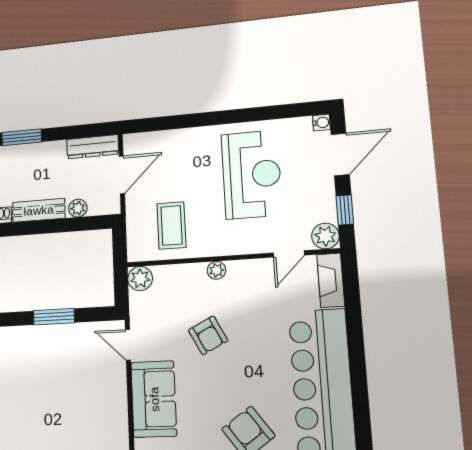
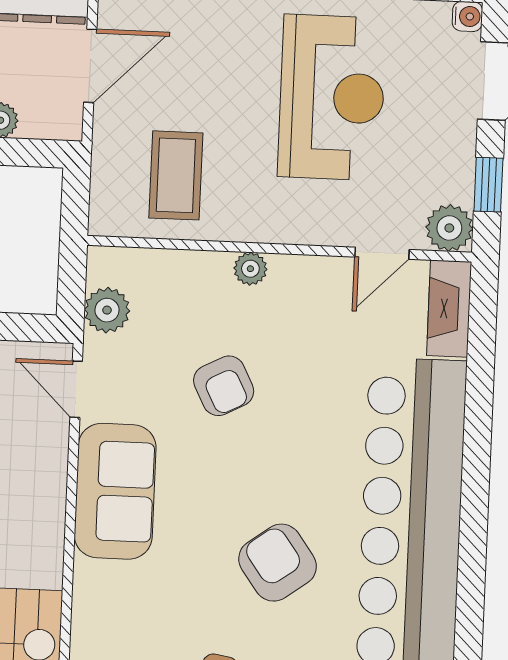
plant: (140, 279) -> (107, 310), moved

